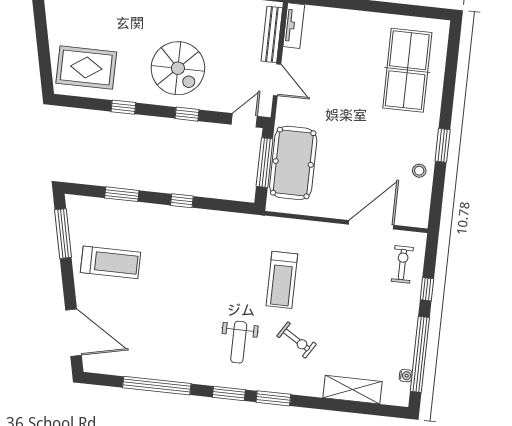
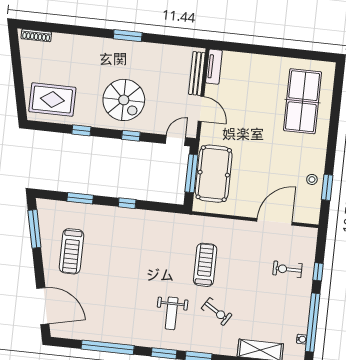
window: (443, 145) -> (327, 187), moved
treadmill: (110, 262) -> (71, 251), turned 90
exercise bike: (402, 264) -> (287, 269), moved, turned -90
treadmill: (282, 280) -> (205, 265), turned 180

